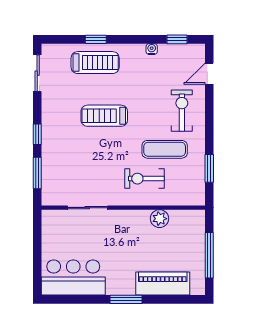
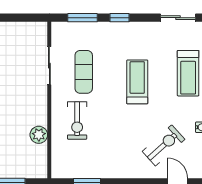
exercise bike: (182, 111) -> (164, 145), moved, turned -42
exercise mat: (165, 149) -> (84, 72), moved
exercise bike: (145, 179) -> (77, 120), turned 180

